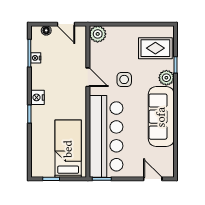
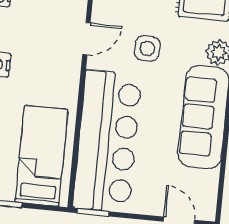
door: (88, 77) -> (86, 39), hinge flipped

